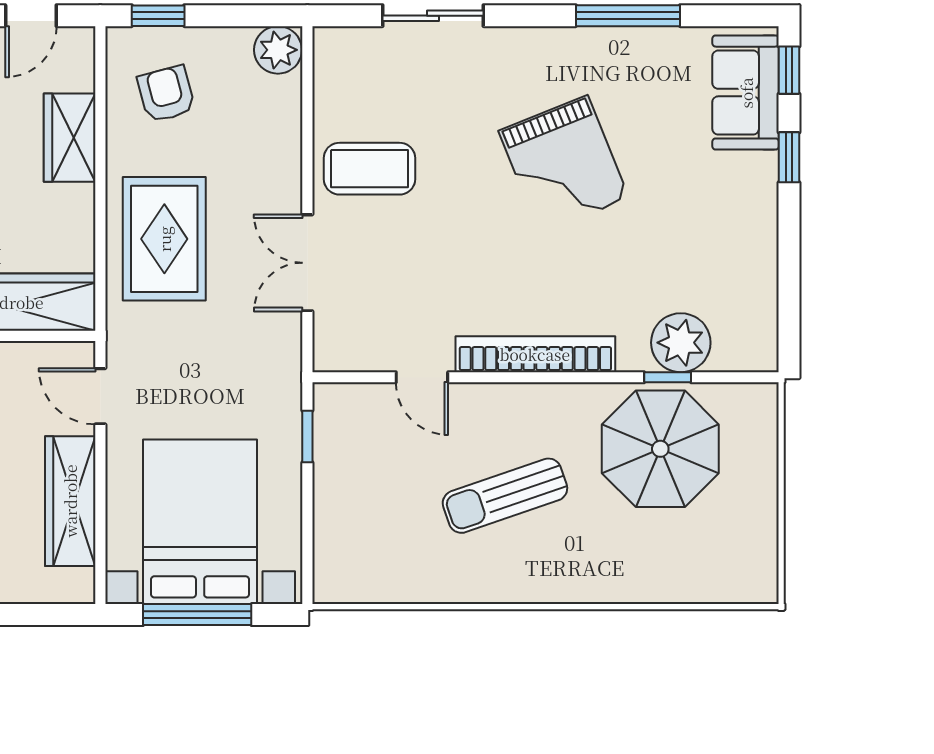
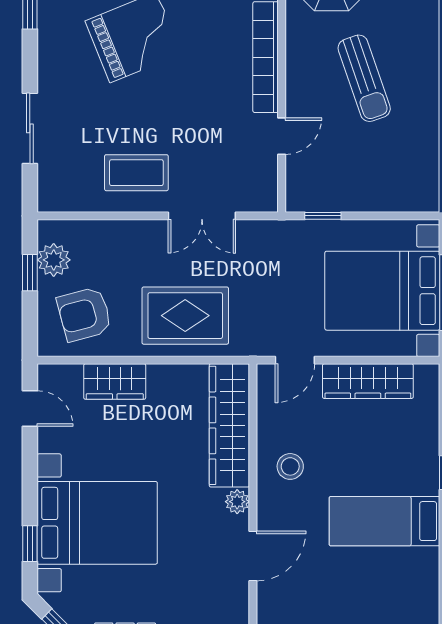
window: (158, 16) -> (30, 273), moved
plant: (278, 50) -> (54, 260), moved
armchair: (166, 94) -> (84, 314), width x1.38, depth x1.38
coffee table: (369, 169) -> (136, 173), turned 90

